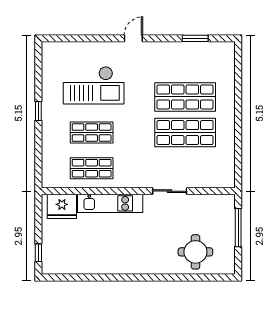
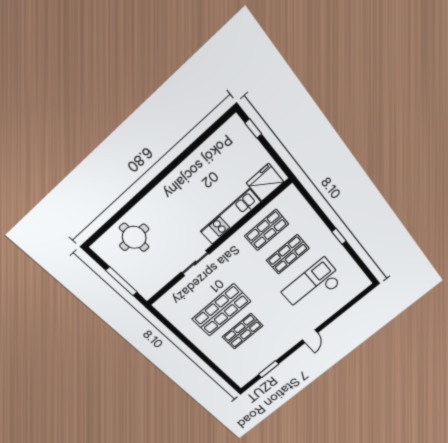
shop shelf: (185, 97) -> (243, 331), width x0.70, depth x0.74

